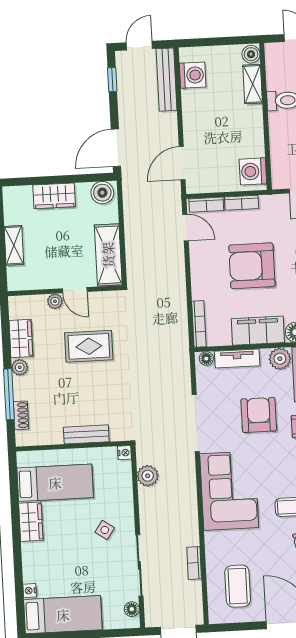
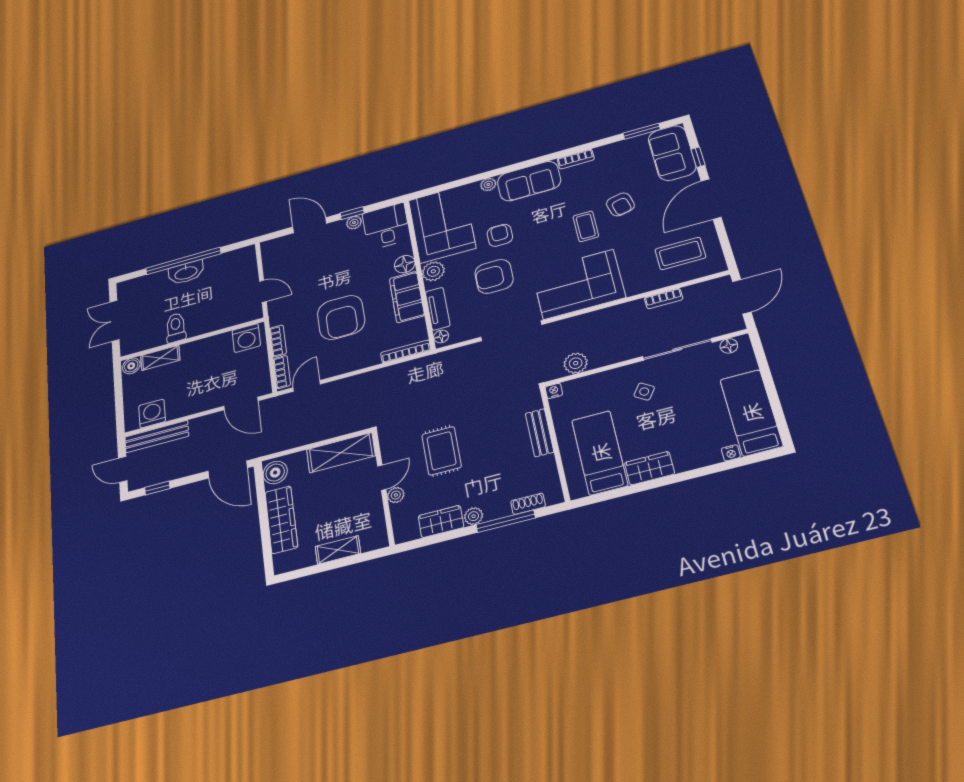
wardrobe: (54, 196) -> (281, 520), width x1.50

